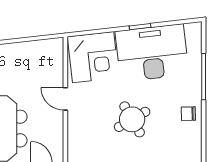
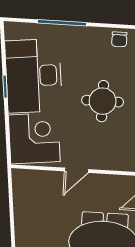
chair: (188, 114) -> (119, 39), moved
round table: (132, 119) -> (103, 101), turned 30

